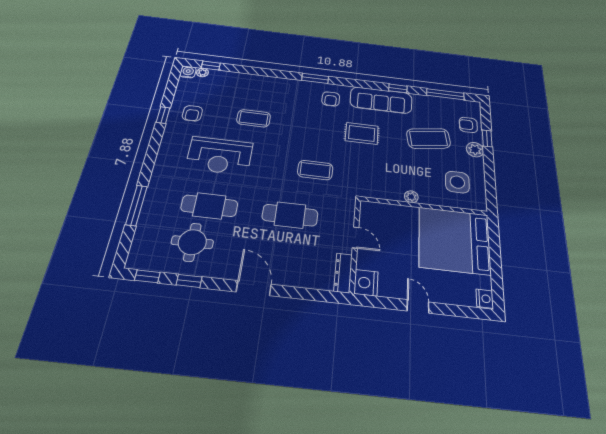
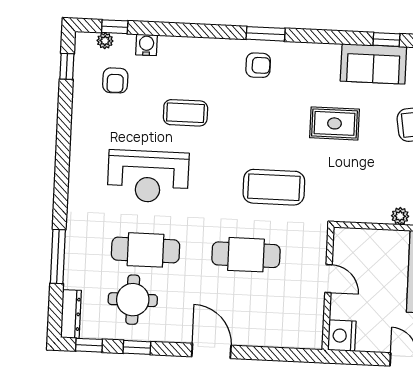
water cooler: (188, 72) -> (146, 45), moved
armchair: (331, 99) -> (258, 65), moved, turned -90
sofa: (381, 100) -> (373, 64), width x0.73
armchair: (192, 113) -> (115, 80), moved
window: (163, 115) -> (67, 66), moved
coffee table: (315, 170) -> (274, 187), width x1.36, depth x1.32
dresser: (343, 273) -> (71, 314), moved, turned 180

